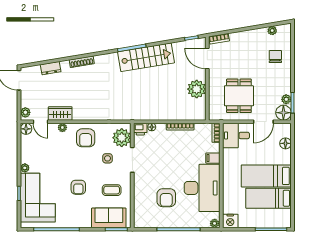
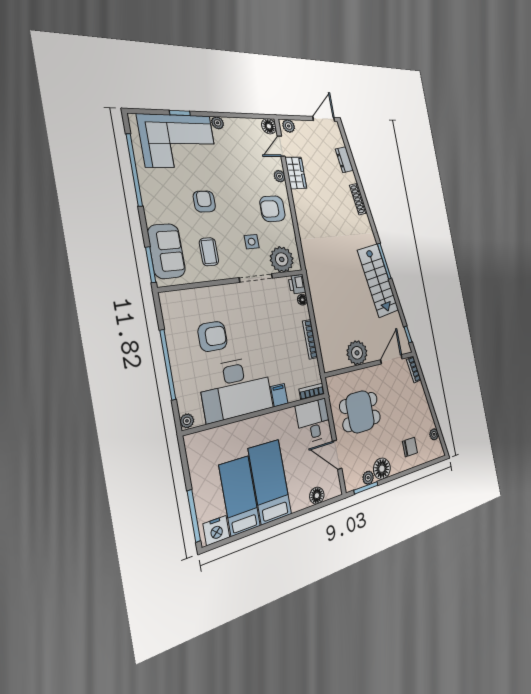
floor lamp: (283, 113) -> (382, 469), moved
armchair: (78, 187) -> (204, 201), turned 90
armchair: (166, 198) -> (212, 336), turned 180
nightstand: (230, 221) -> (216, 531), moved, turned -90

